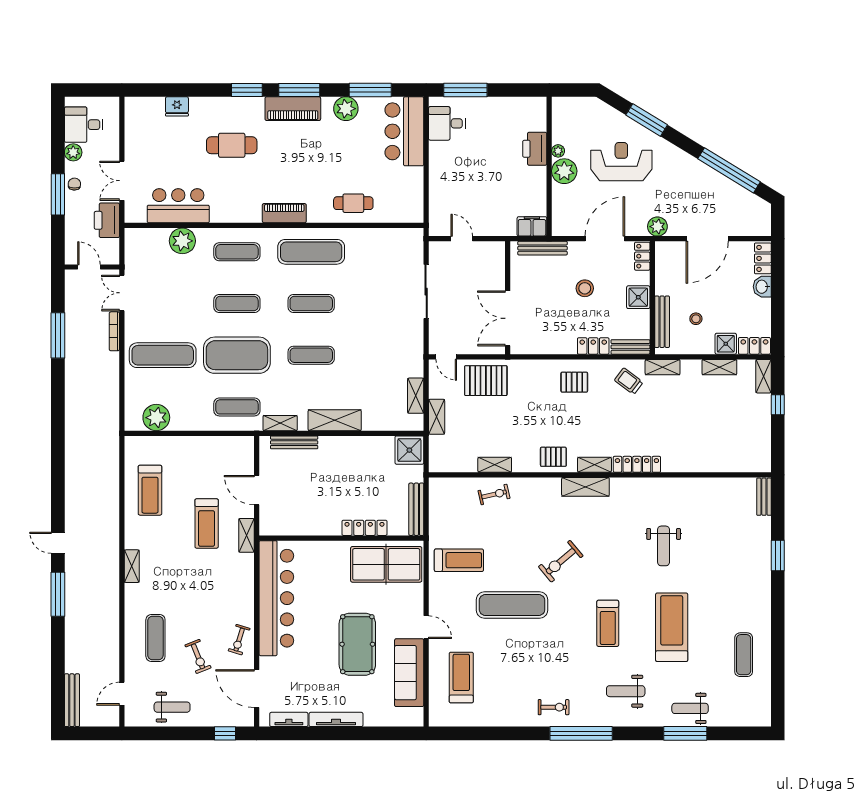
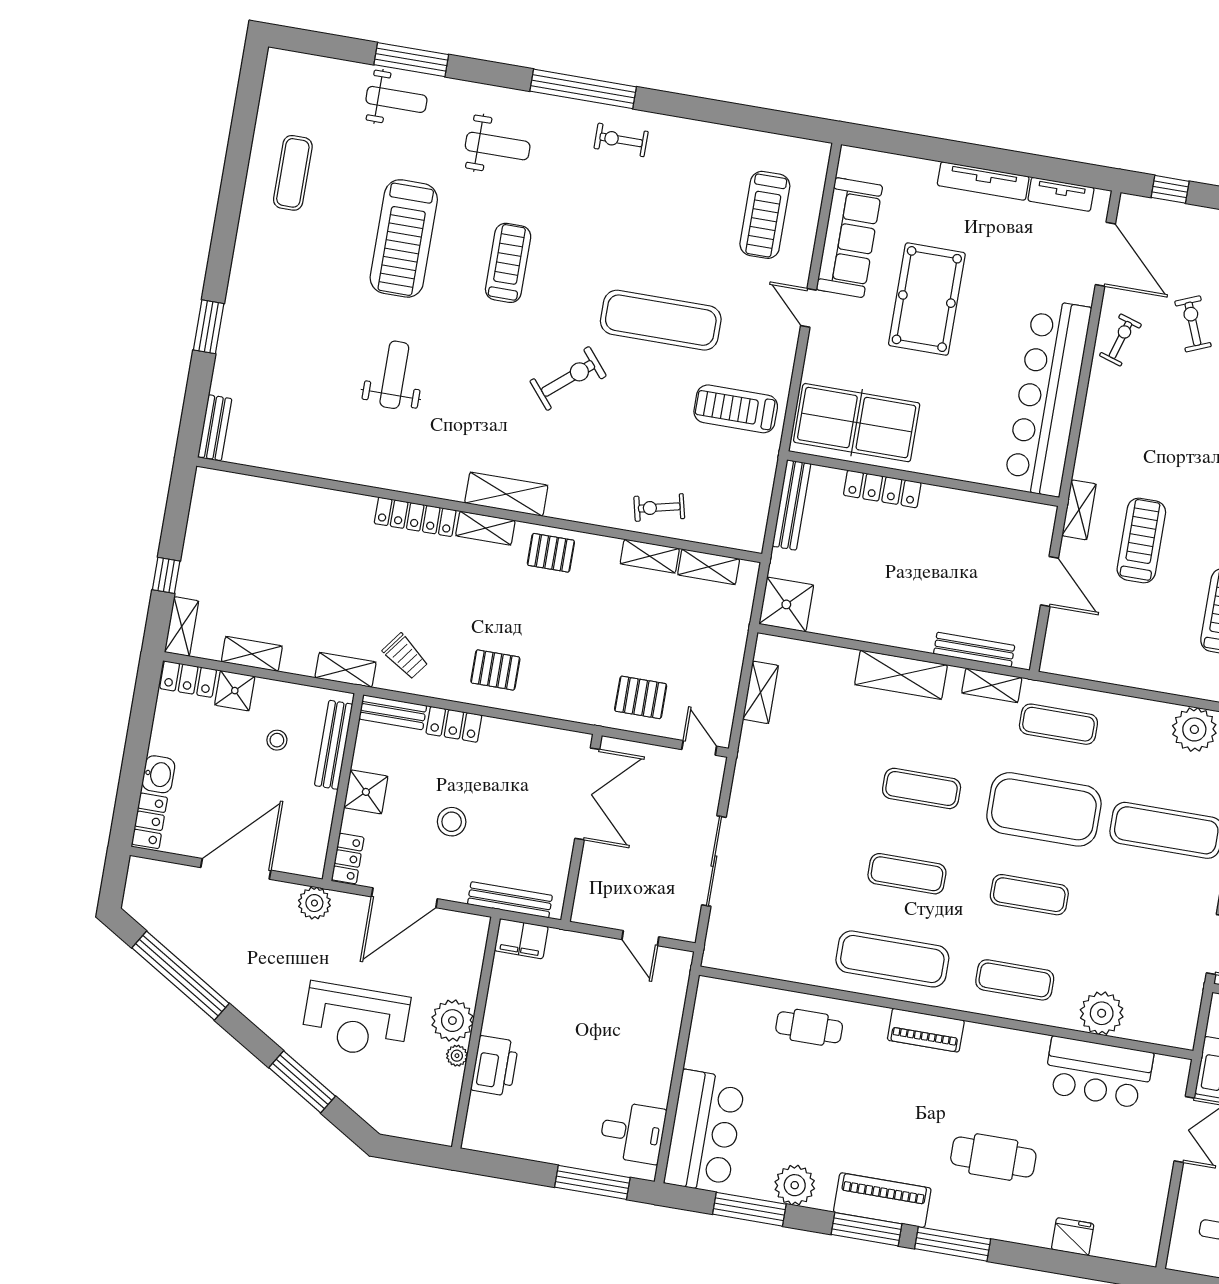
window: (247, 90) -> (953, 1244), width x1.44
pallet: (486, 381) -> (641, 697), width x0.67, depth x0.71
shelving: (437, 417) -> (709, 567), moved, turned 90

